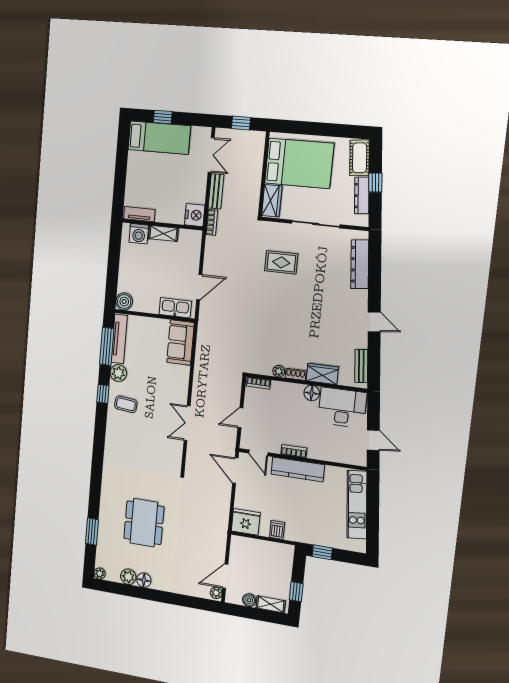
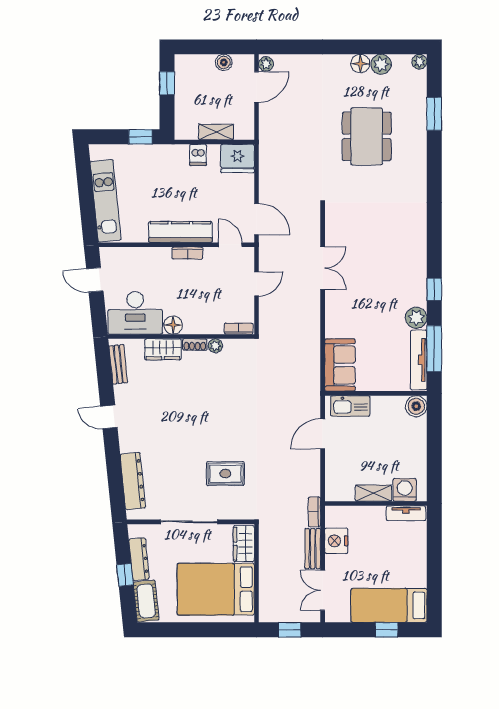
nightstand: (195, 215) -> (336, 541), moved
coffee table: (126, 404) -> (403, 281), removed
shelving: (271, 604) -> (216, 132), moved

